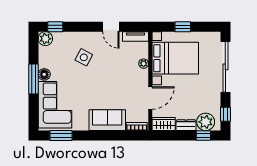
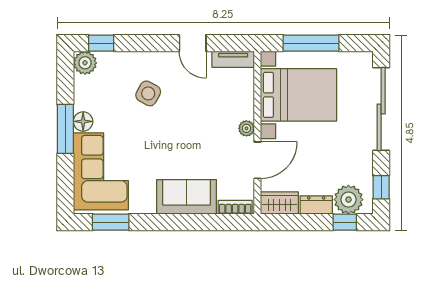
window: (183, 27) -> (311, 43), width x2.17
plant: (144, 64) -> (246, 128), moved

